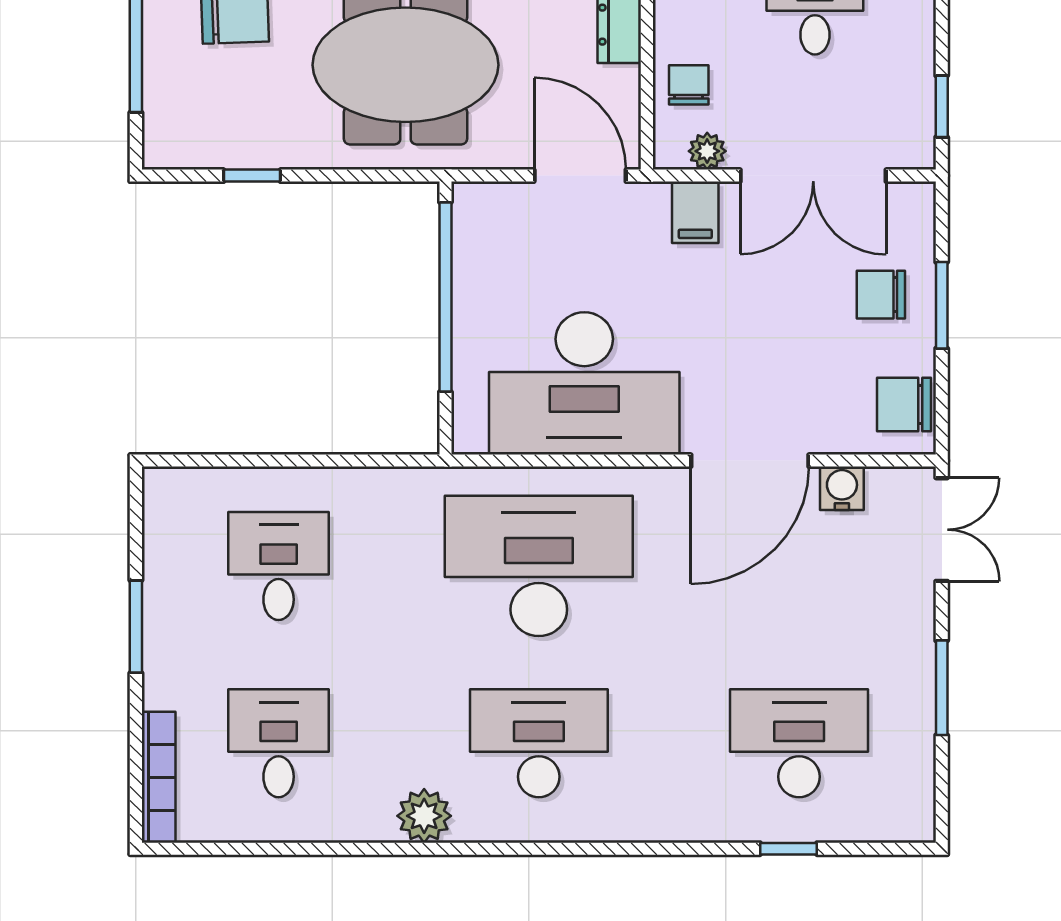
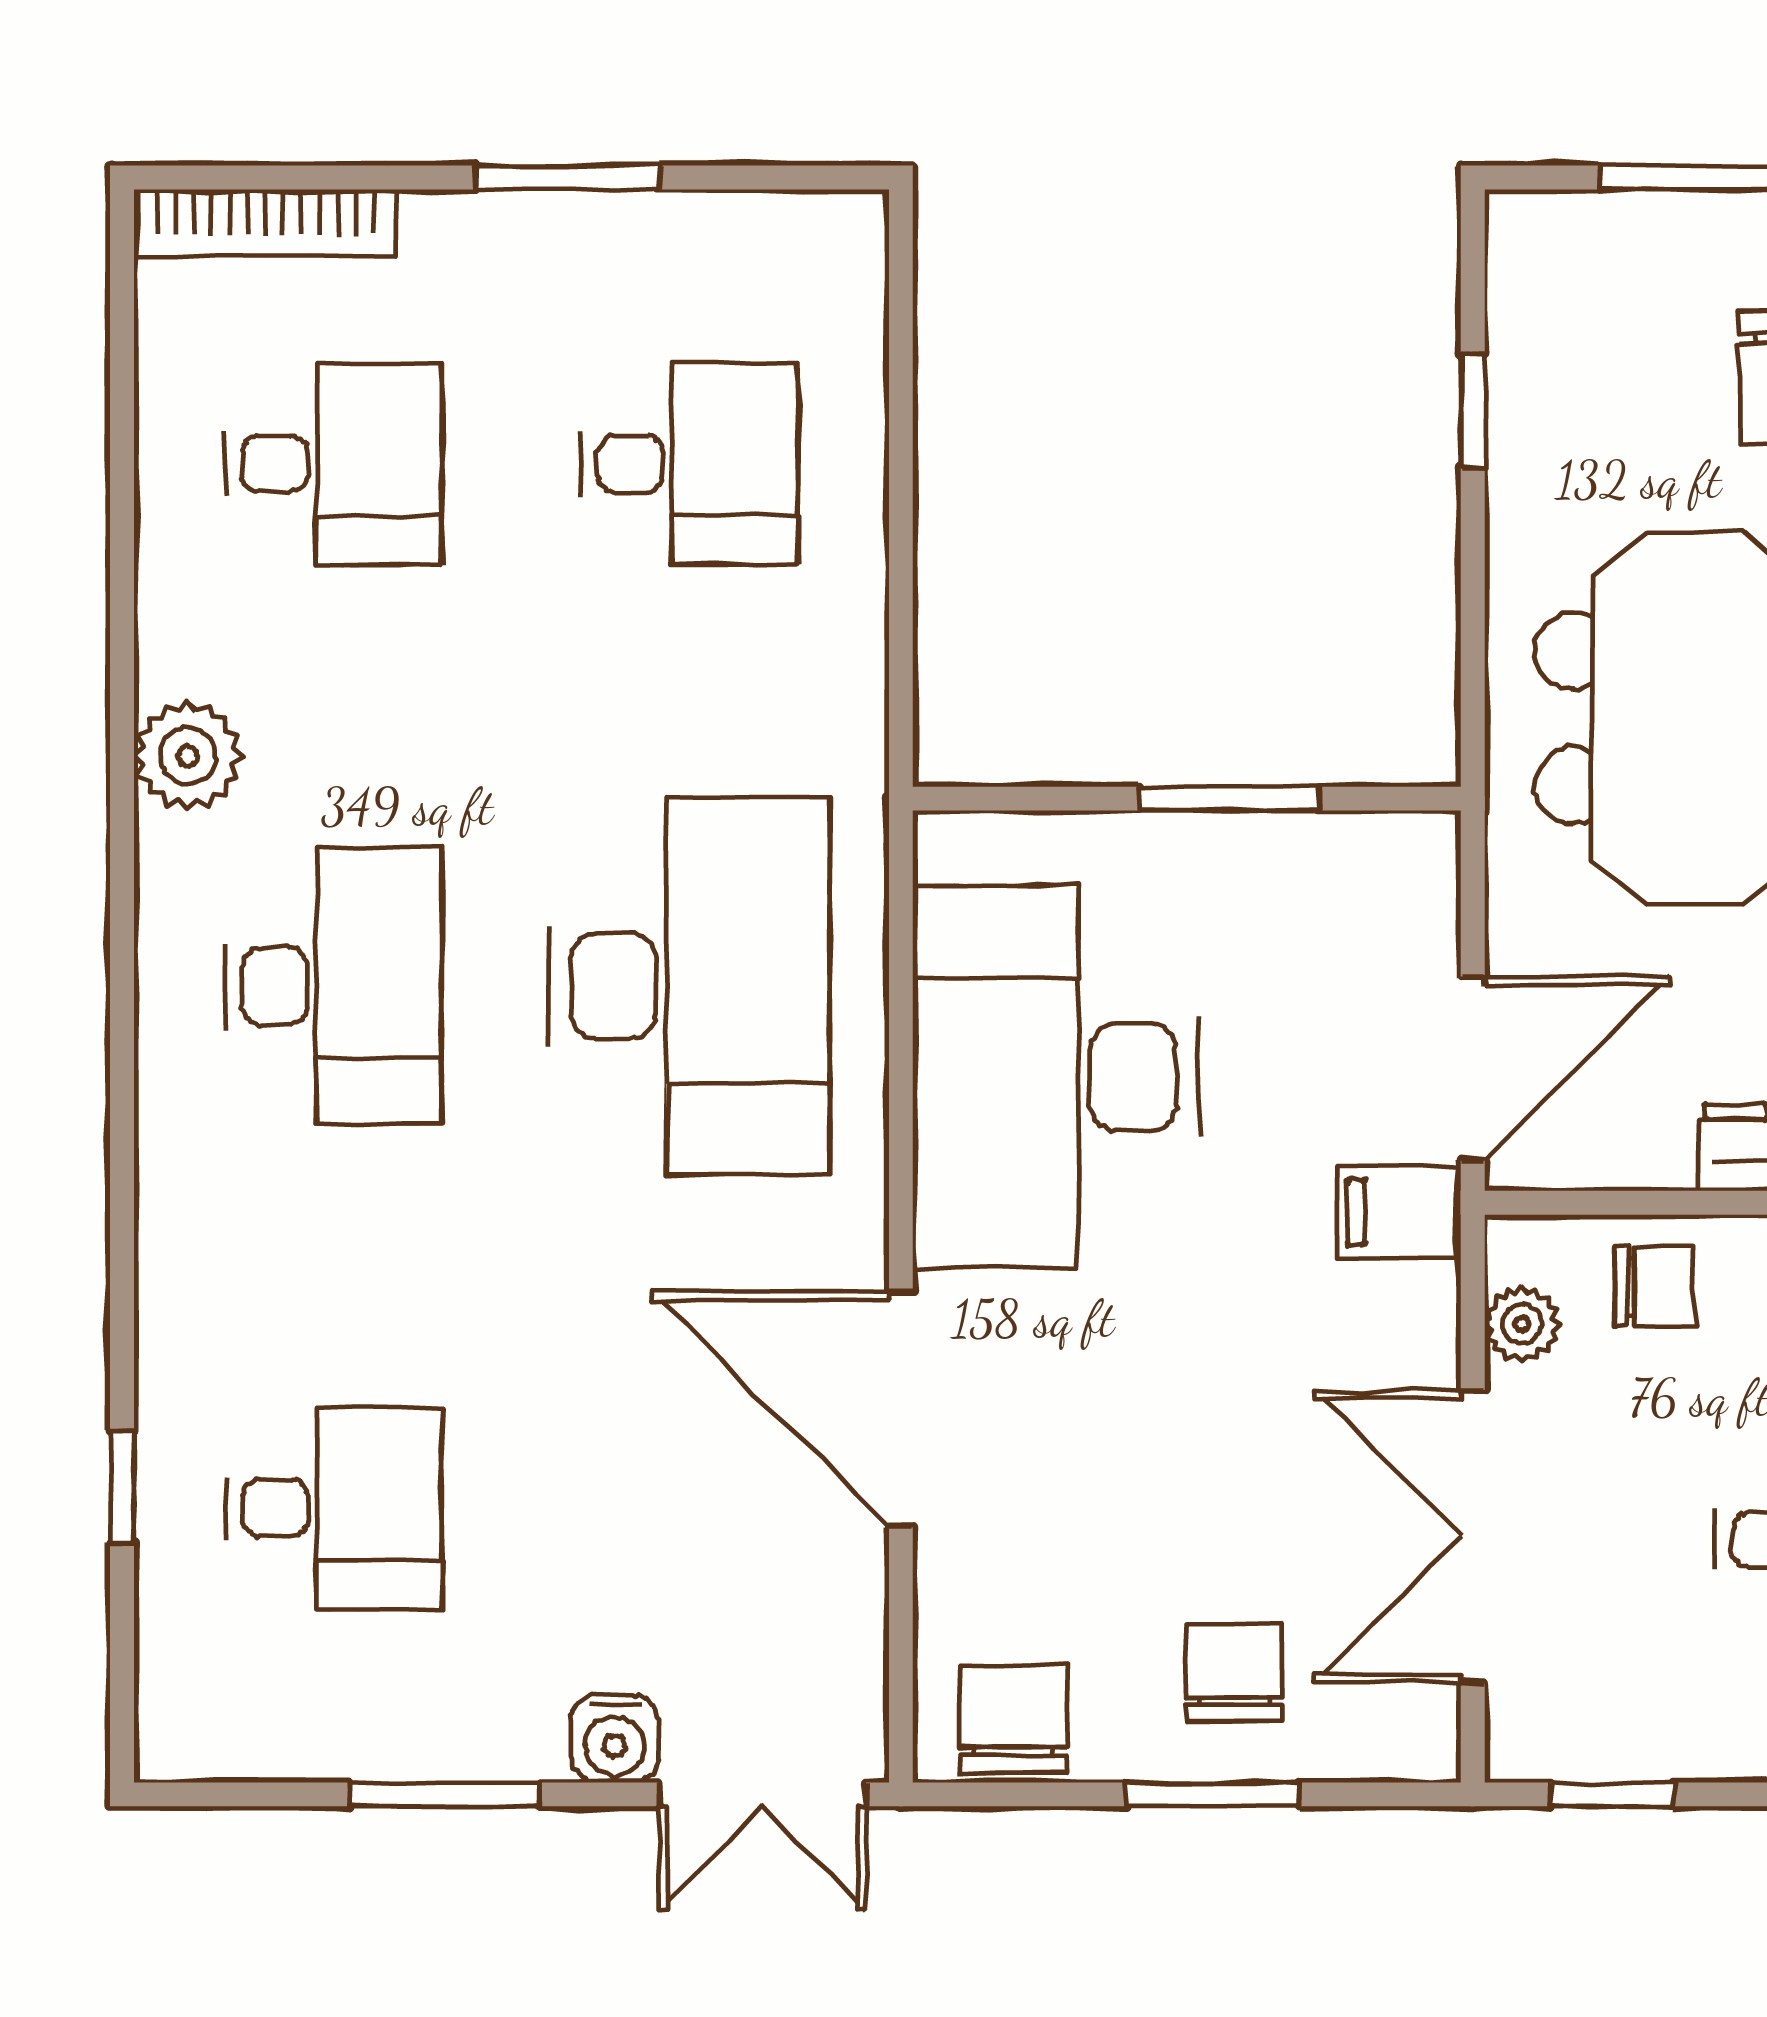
filing cabinet: (695, 212) -> (1399, 1212), moved
window: (445, 297) -> (1229, 799), width x0.47
water cooler: (842, 488) -> (615, 1739), moved, turned 90
desk: (799, 743) -> (334, 1508), width x0.73

